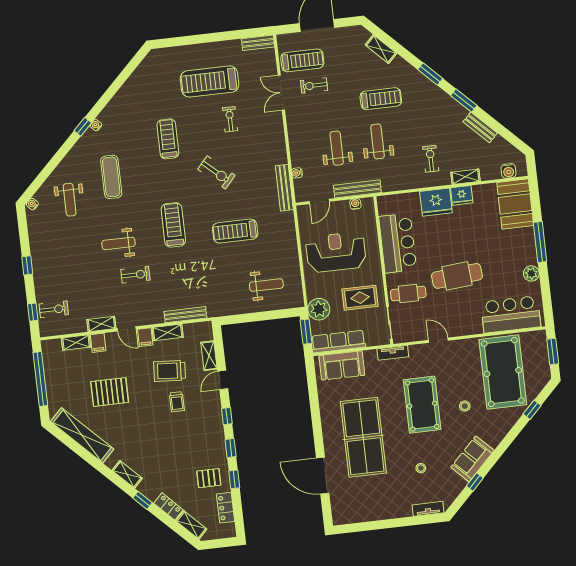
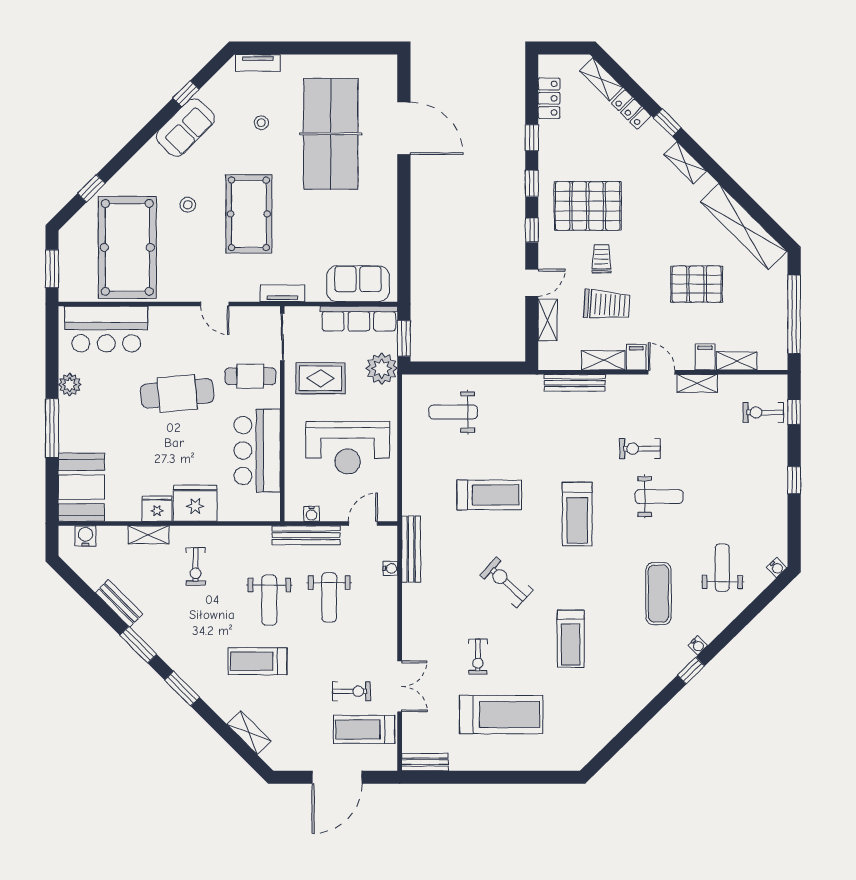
water cooler: (96, 125) -> (698, 645), moved
table tennis table: (363, 437) -> (331, 134), moved
pallet: (209, 478) -> (588, 206), moved, width x2.05, depth x2.00

